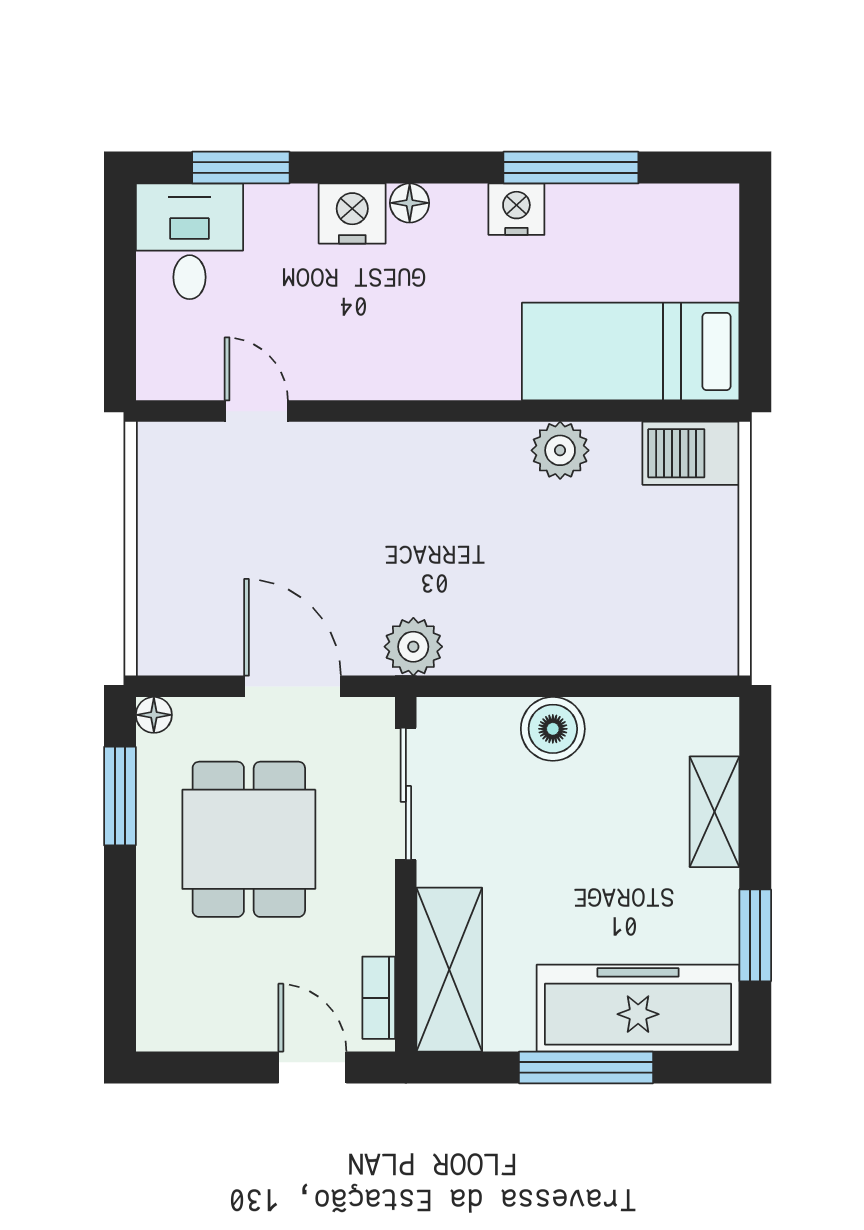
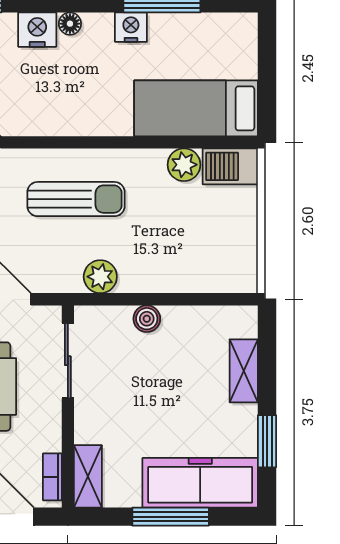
plant: (560, 450) -> (184, 165), moved
sun lounger: (420, 511) -> (76, 199), added
plant: (413, 647) -> (100, 277), moved
boiler: (553, 729) -> (147, 319), width x0.73, depth x0.73
shelving: (449, 970) -> (88, 476), width x0.67, depth x0.75

